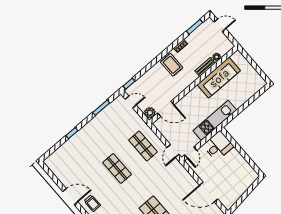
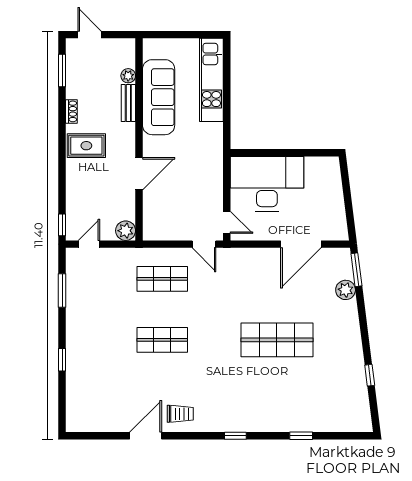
door: (220, 25) -> (90, 35), hinge flipped
door: (166, 109) -> (139, 174), moved
kitchen unit: (215, 120) -> (211, 80), moved
desk: (218, 146) -> (267, 184), width x1.87, depth x1.30

